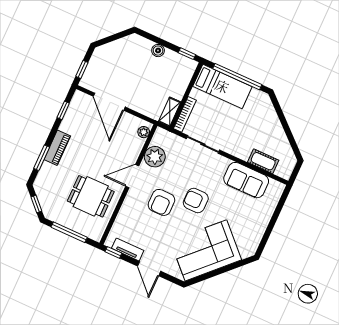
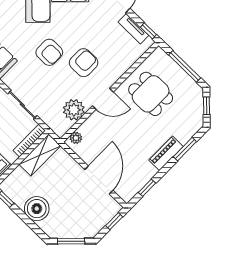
window: (114, 37) -> (71, 241), added
boiler: (158, 51) -> (37, 209), width x1.86, depth x1.86
shelving: (170, 112) -> (40, 155), width x1.50, depth x1.33

